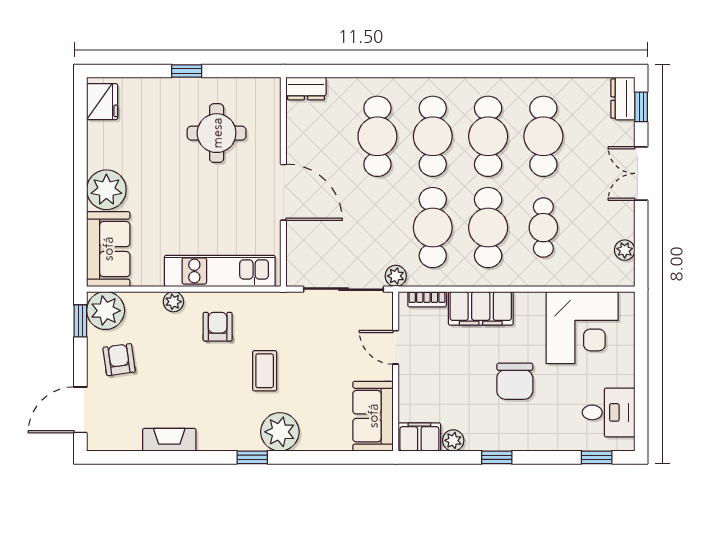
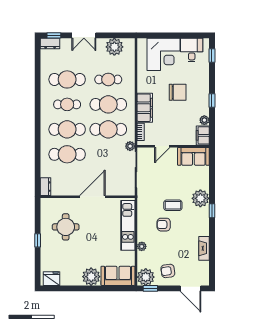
cafe table: (488, 136) -> (67, 104), width x0.73, depth x0.74
plant: (625, 250) -> (114, 47), width x1.87, depth x1.87
armchair: (218, 327) -> (164, 225), moved
corner desk: (582, 328) -> (164, 54), moved, turned 90

